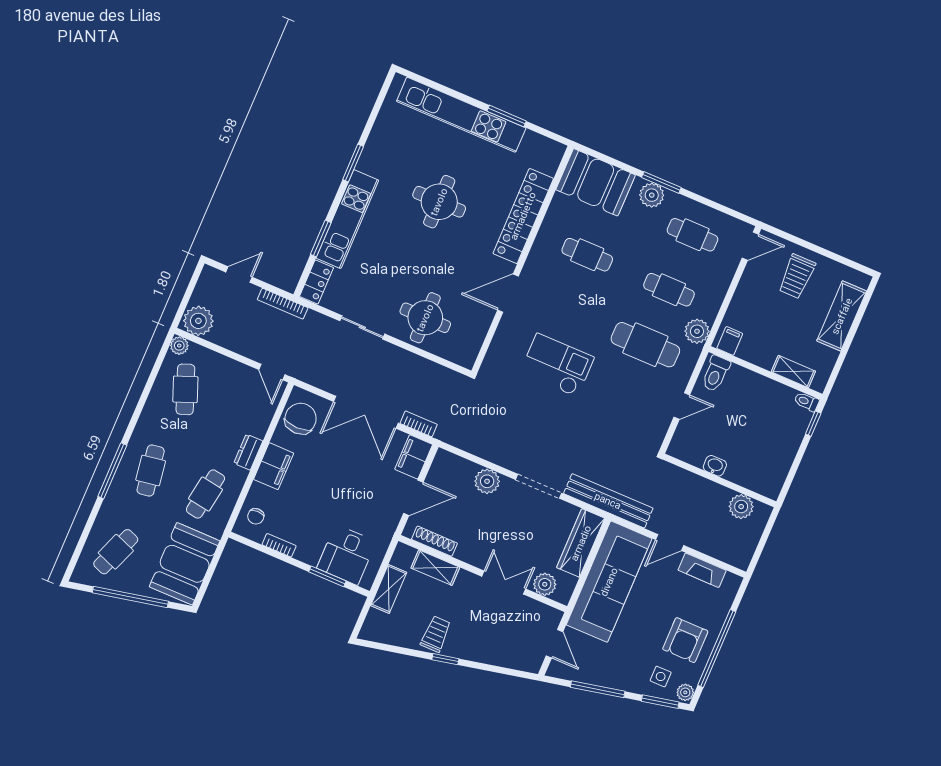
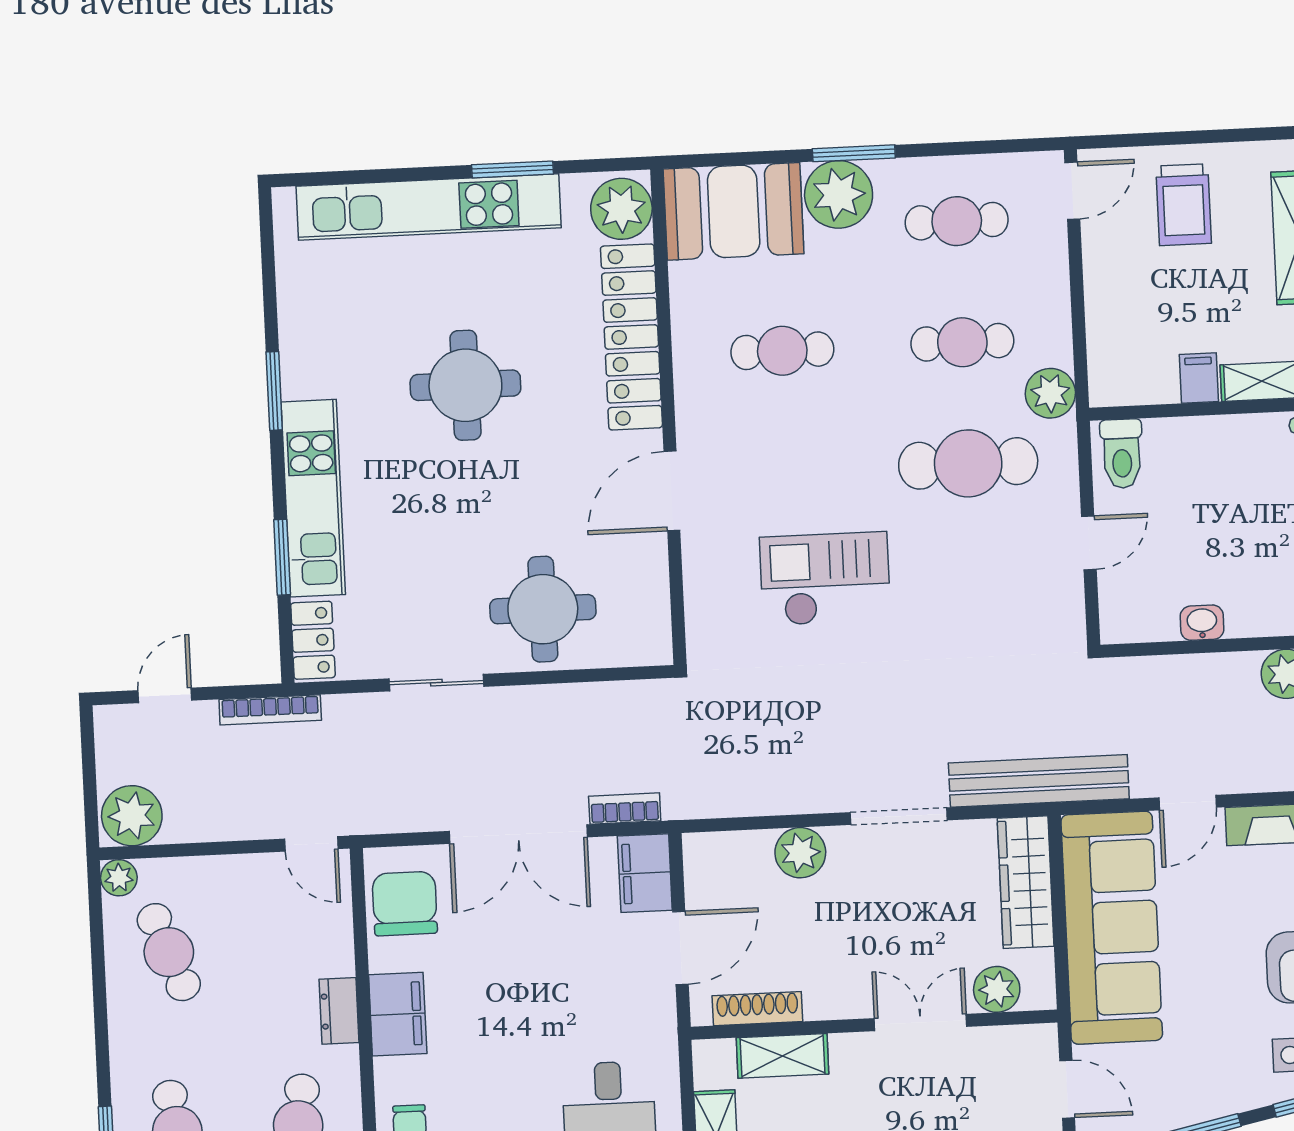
plant: (546, 157) -> (621, 209), added
plant: (652, 195) -> (839, 194), width x1.36, depth x1.36
filing cabinet: (730, 341) -> (1199, 378), moved

